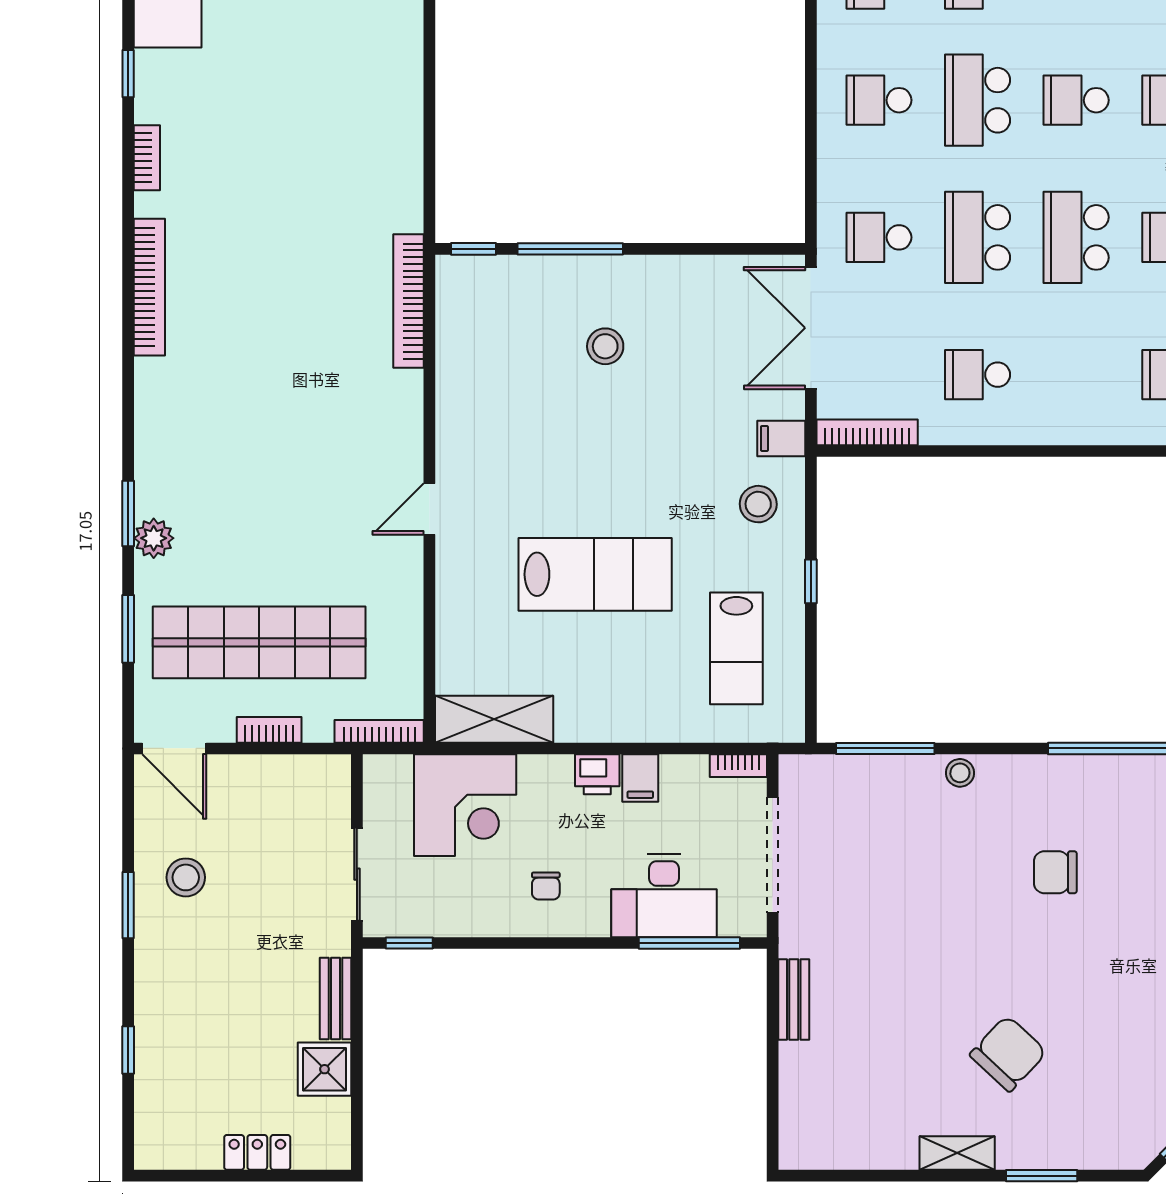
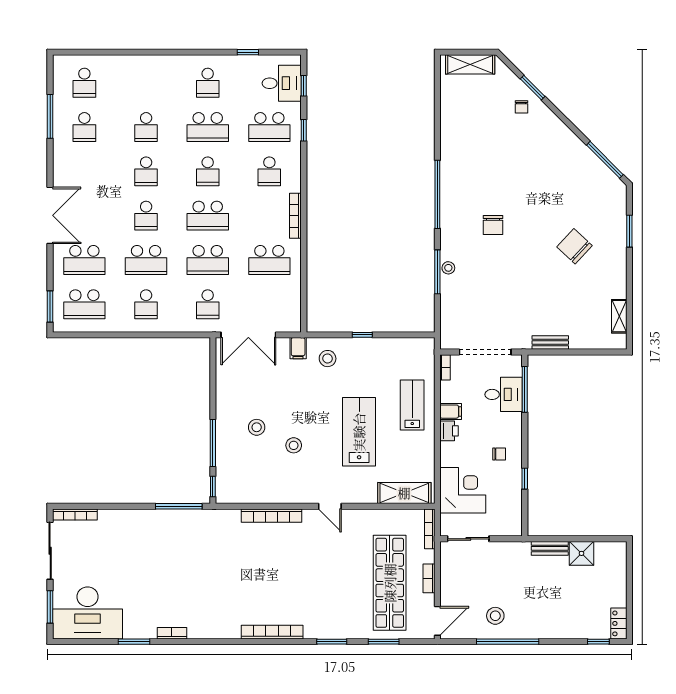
window: (128, 74) -> (134, 642), width x1.50
window: (429, 173) -> (179, 506), added
bookcase: (149, 287) -> (272, 632), moved
bookcase: (409, 301) -> (272, 516), moved
school desk: (978, 375) -> (269, 260), width x1.85
stool: (565, 429) -> (294, 445), added
bookcase: (867, 432) -> (295, 216), moved
plant: (154, 538) -> (343, 630), removed
lab bench: (736, 648) -> (412, 405), moved, turned -90
shelving: (494, 719) -> (404, 493), moved, turned 90
window: (885, 748) -> (437, 272), moved
sliding door: (357, 874) -> (468, 539), moved
desk: (664, 896) -> (504, 394), width x0.73
window: (128, 905) -> (508, 642), width x2.11
window: (409, 943) -> (525, 479), moved
window: (128, 1050) -> (598, 642), moved
locker: (257, 1152) -> (619, 623), moved
shelving: (957, 1153) -> (619, 316), moved

